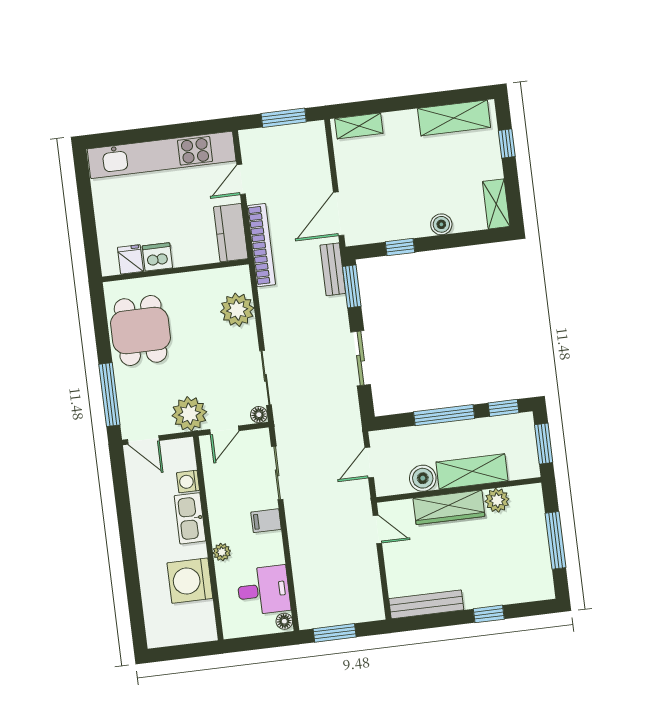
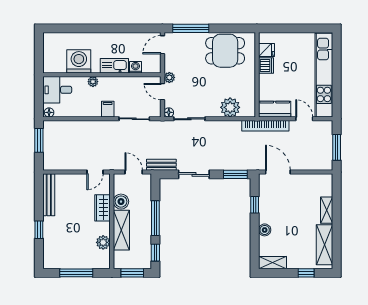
shelving: (359, 126) -> (327, 210), moved
bench: (333, 269) -> (161, 165), moved
plant: (189, 414) -> (169, 77), width x0.53, depth x0.53
wardrobe: (449, 507) -> (103, 208), width x0.67
desk: (264, 590) -> (57, 90), moved, turned 90

